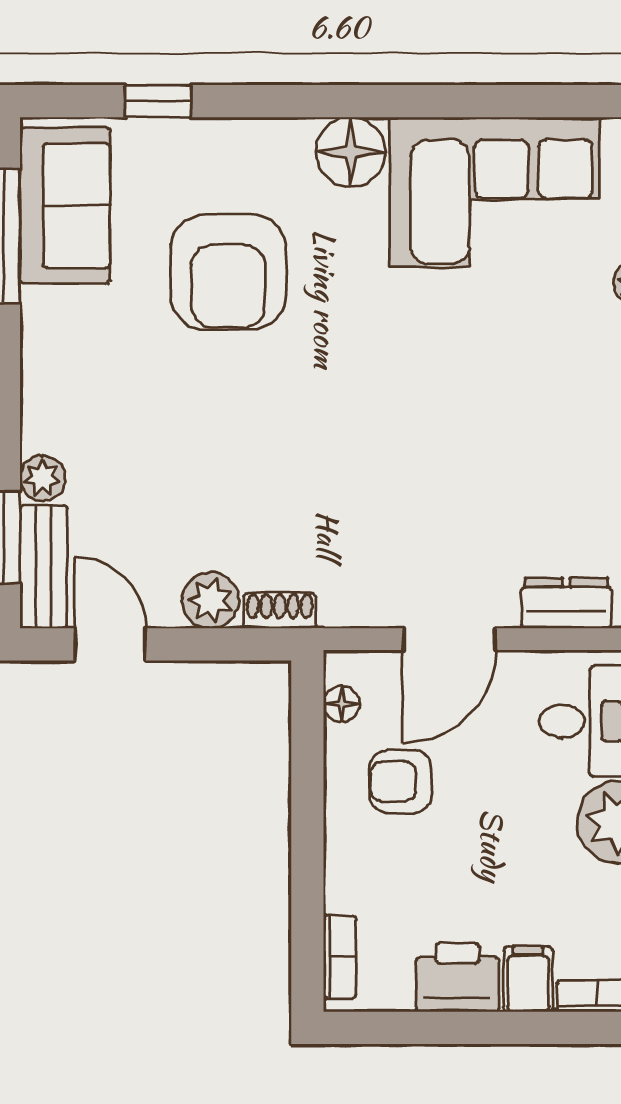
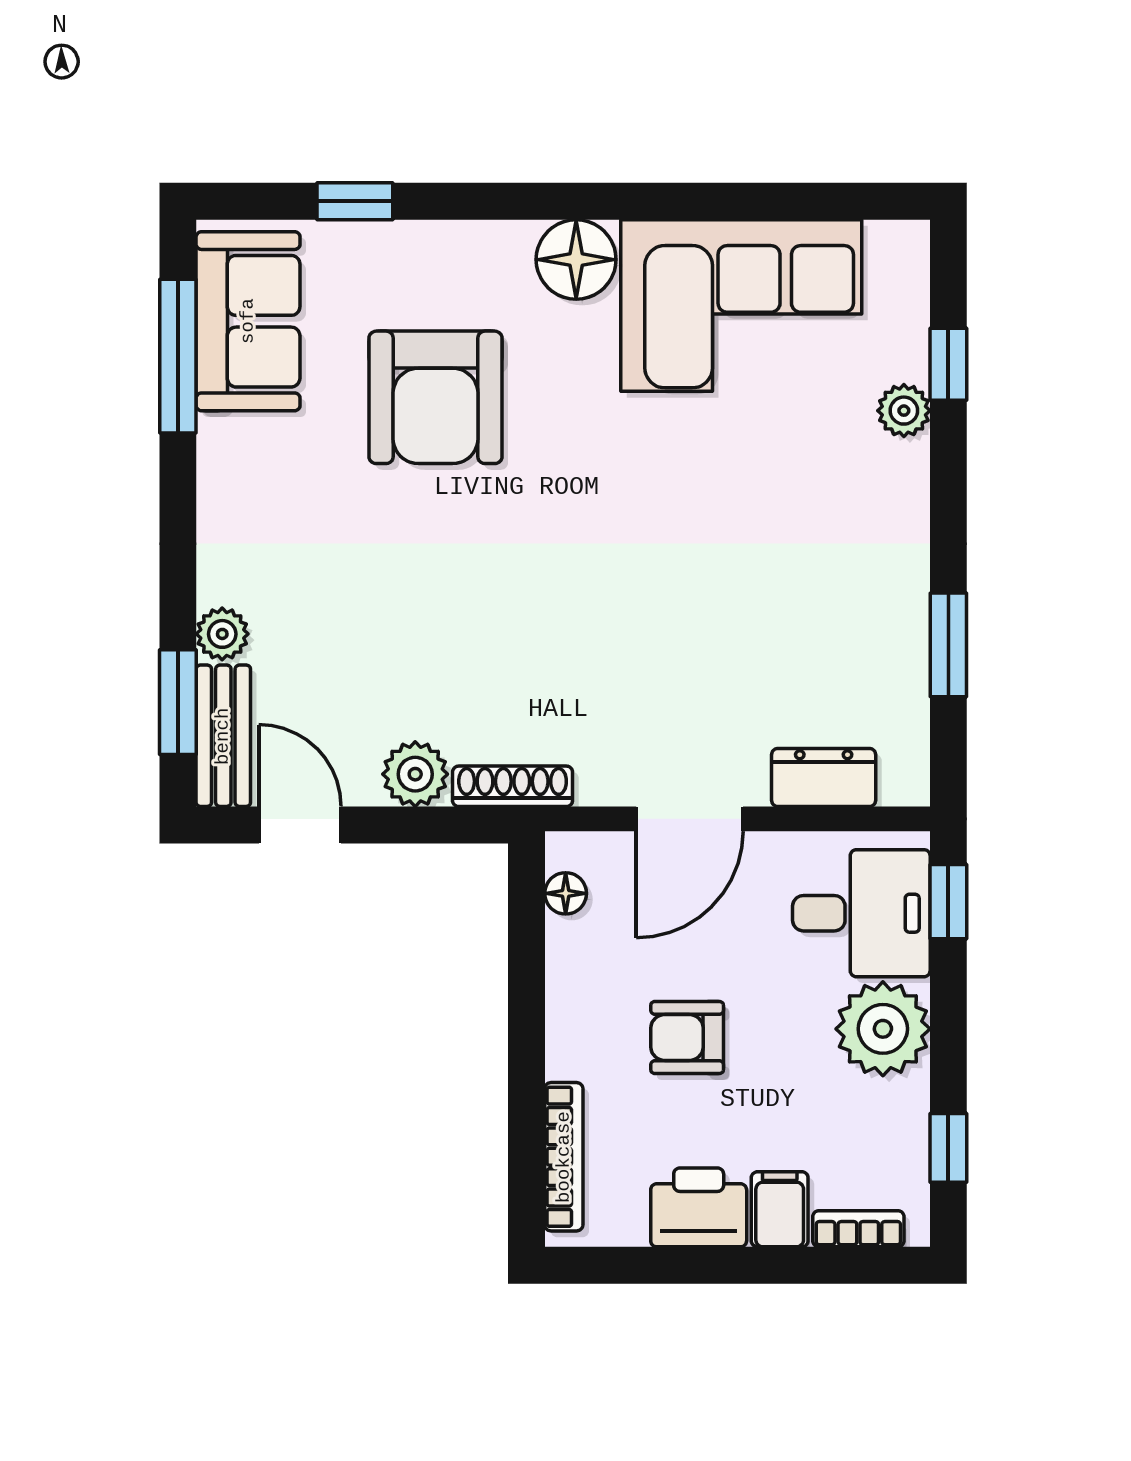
shoe rack: (280, 611) -> (513, 786), width x1.43
armchair: (401, 781) -> (687, 1038), moved
bookcase: (340, 957) -> (564, 1157), width x1.56

